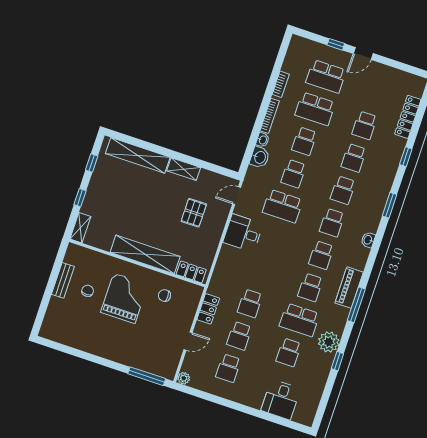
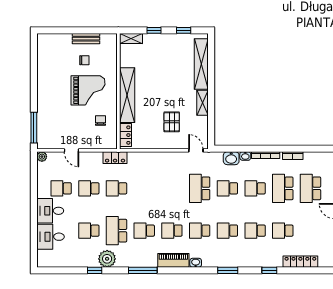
pallet: (194, 213) -> (172, 122), turned 90
desk: (243, 233) -> (50, 211), moved, turned -90
piano: (349, 288) -> (173, 260), moved
locker: (208, 309) -> (115, 158), moved

